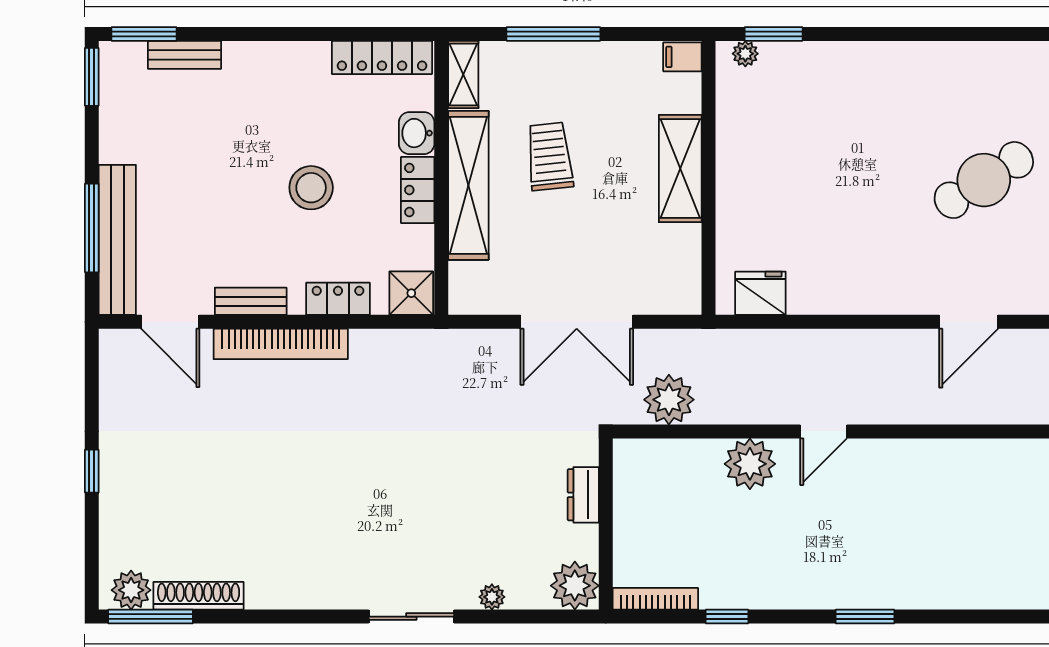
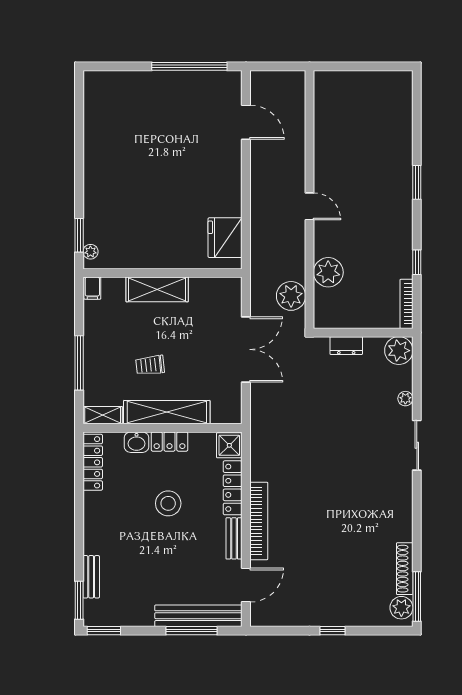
trolley: (550, 156) -> (150, 365), width x0.73, depth x0.72
cafe table: (984, 180) -> (164, 113), removed
fridge: (760, 293) -> (225, 238), width x1.36, depth x1.34
locker: (338, 299) -> (233, 488), width x1.53
plant: (750, 464) -> (328, 272), moved

